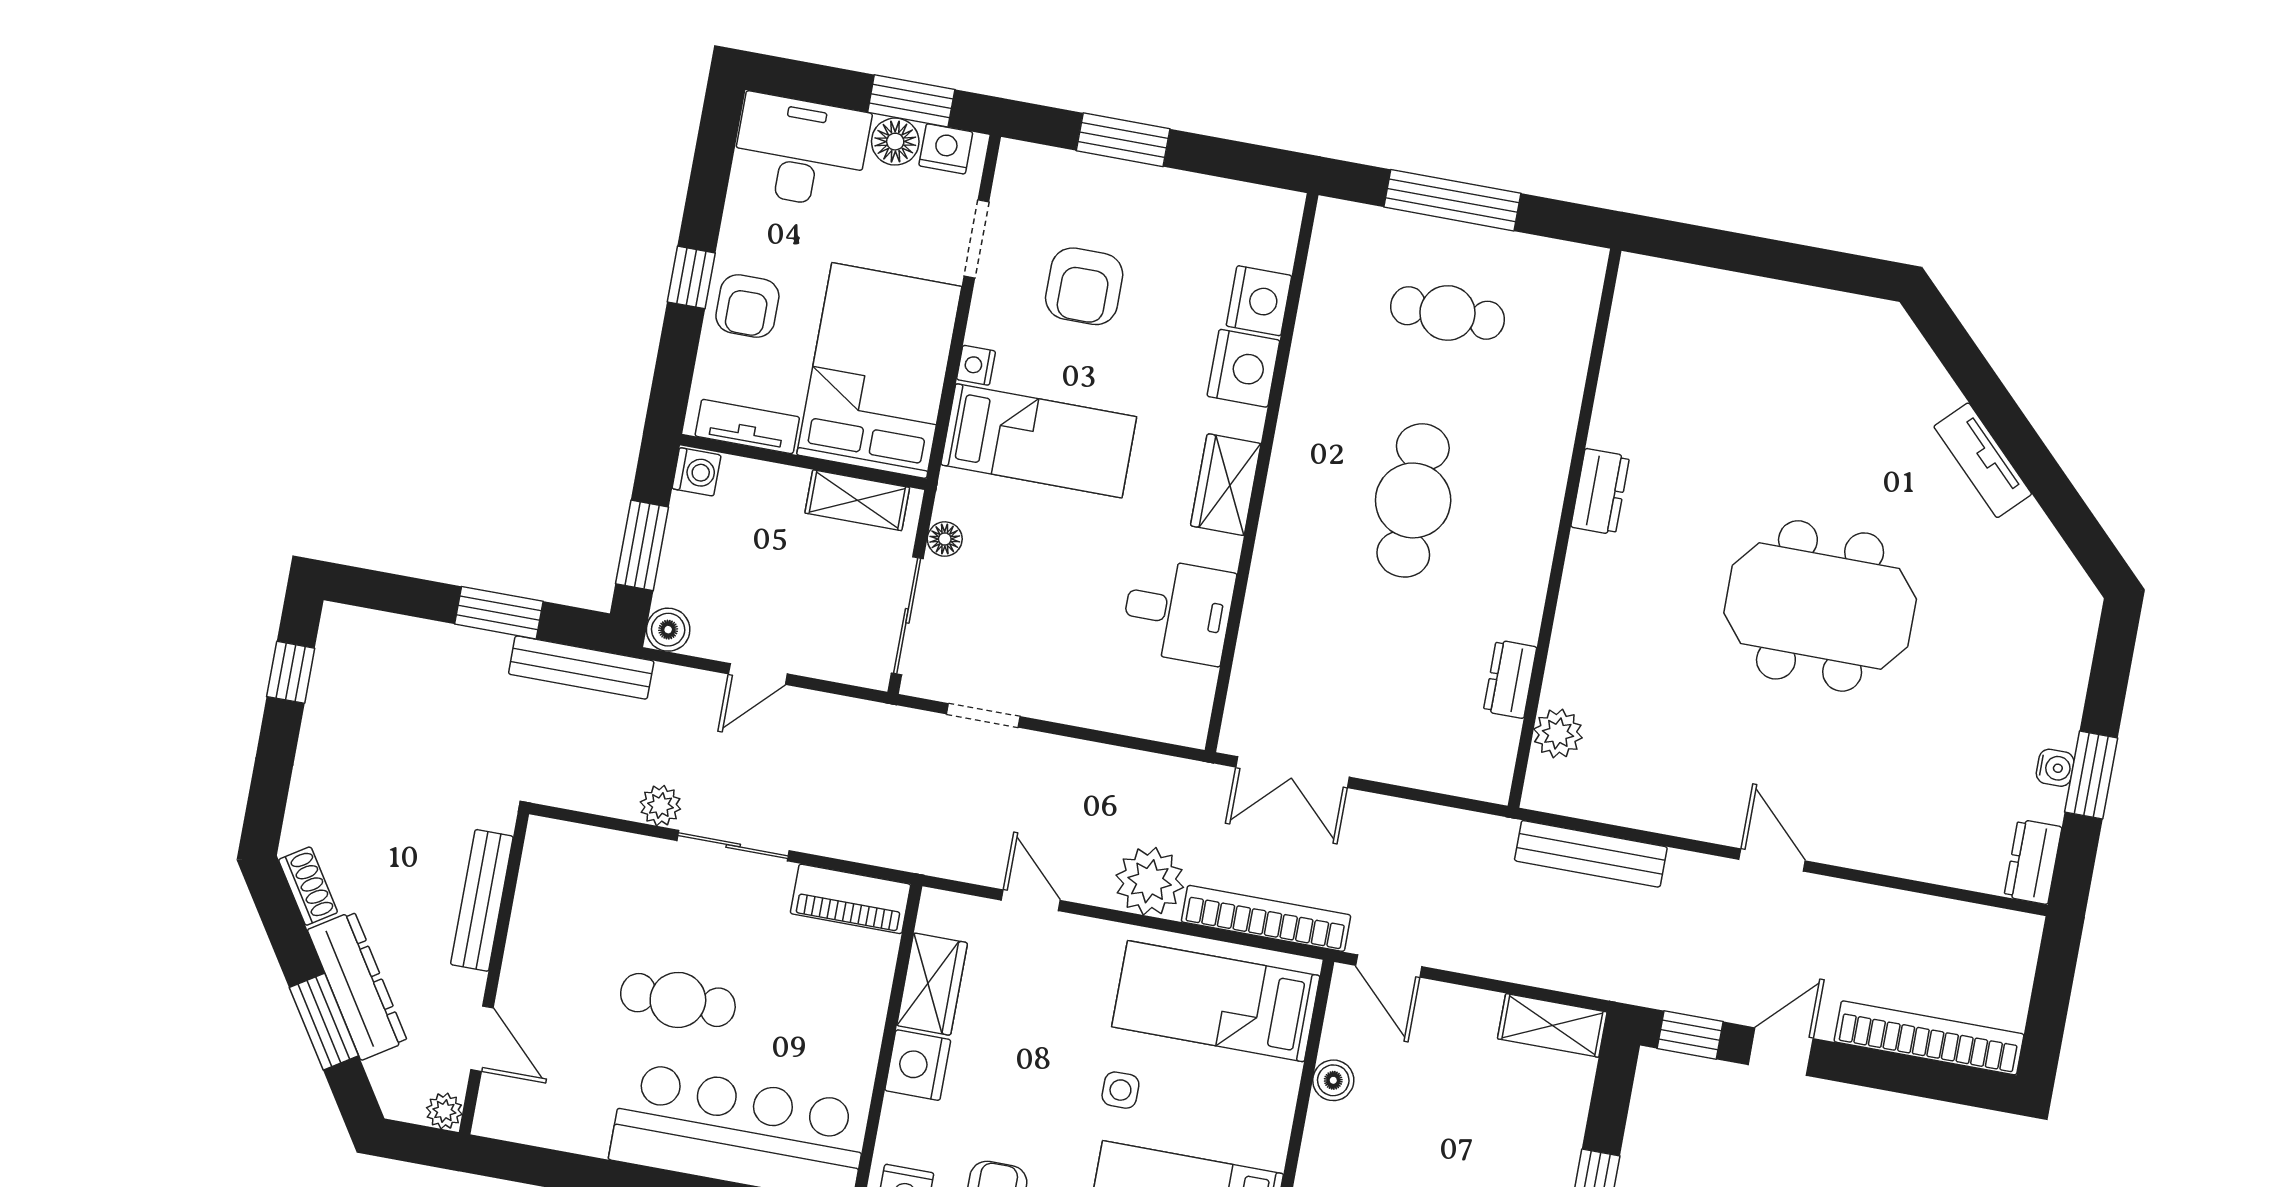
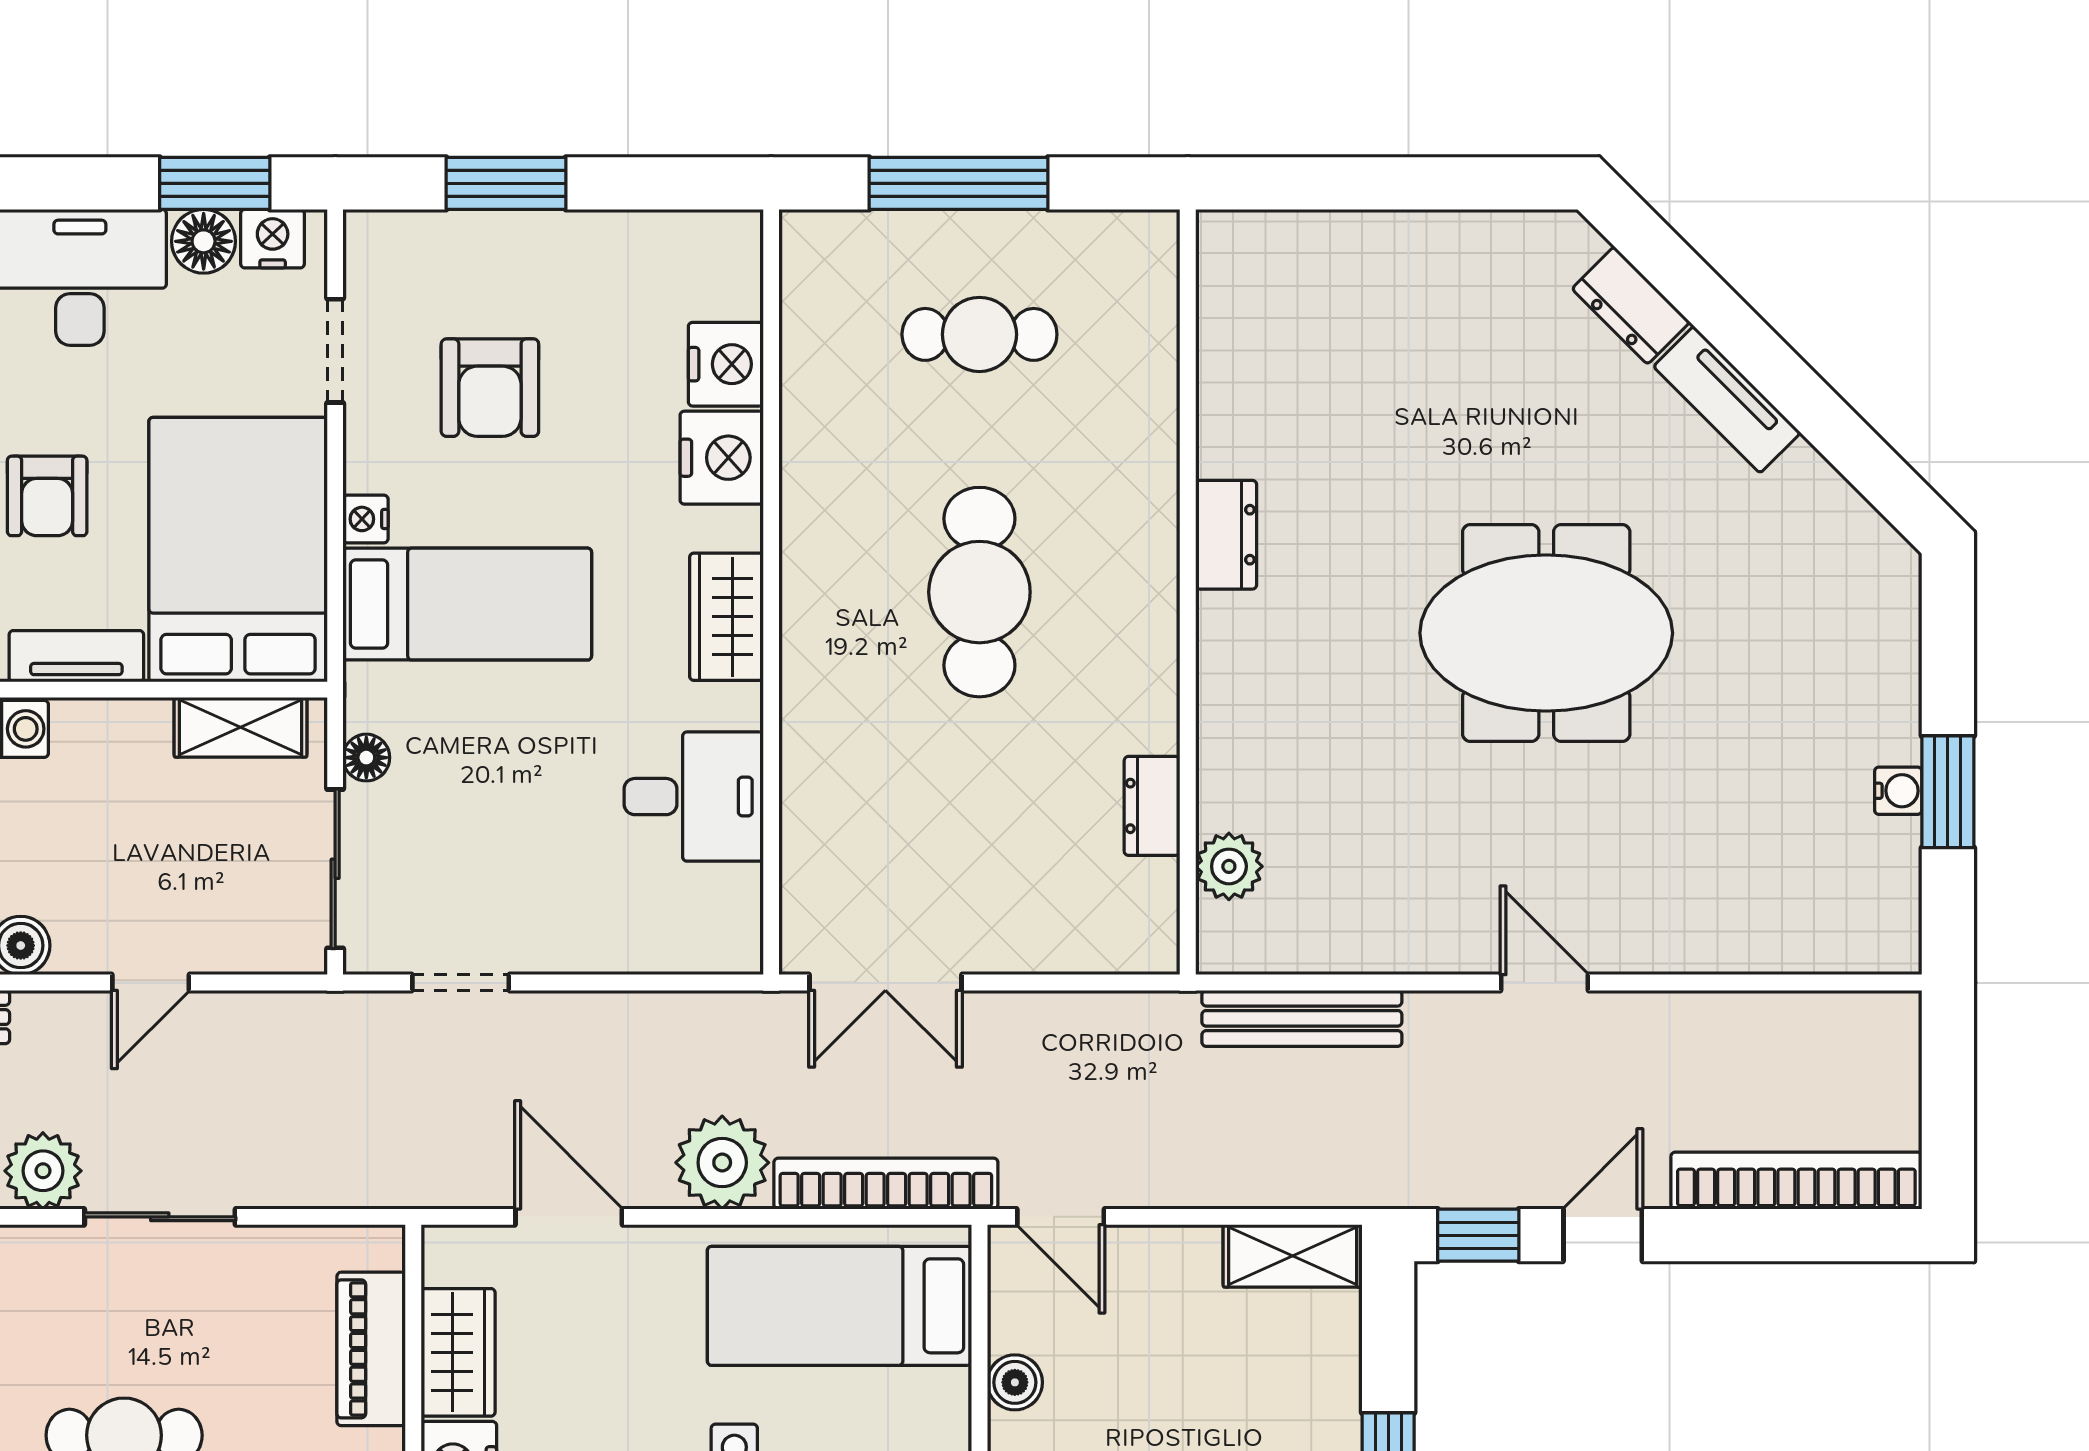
plant: (660, 806) -> (43, 1171), width x1.38, depth x1.38
dresser: (2033, 862) -> (1631, 305), moved, turned -45
piano: (850, 899) -> (371, 1349), moved, turned 90
door: (1031, 900) -> (569, 1217), width x1.38

